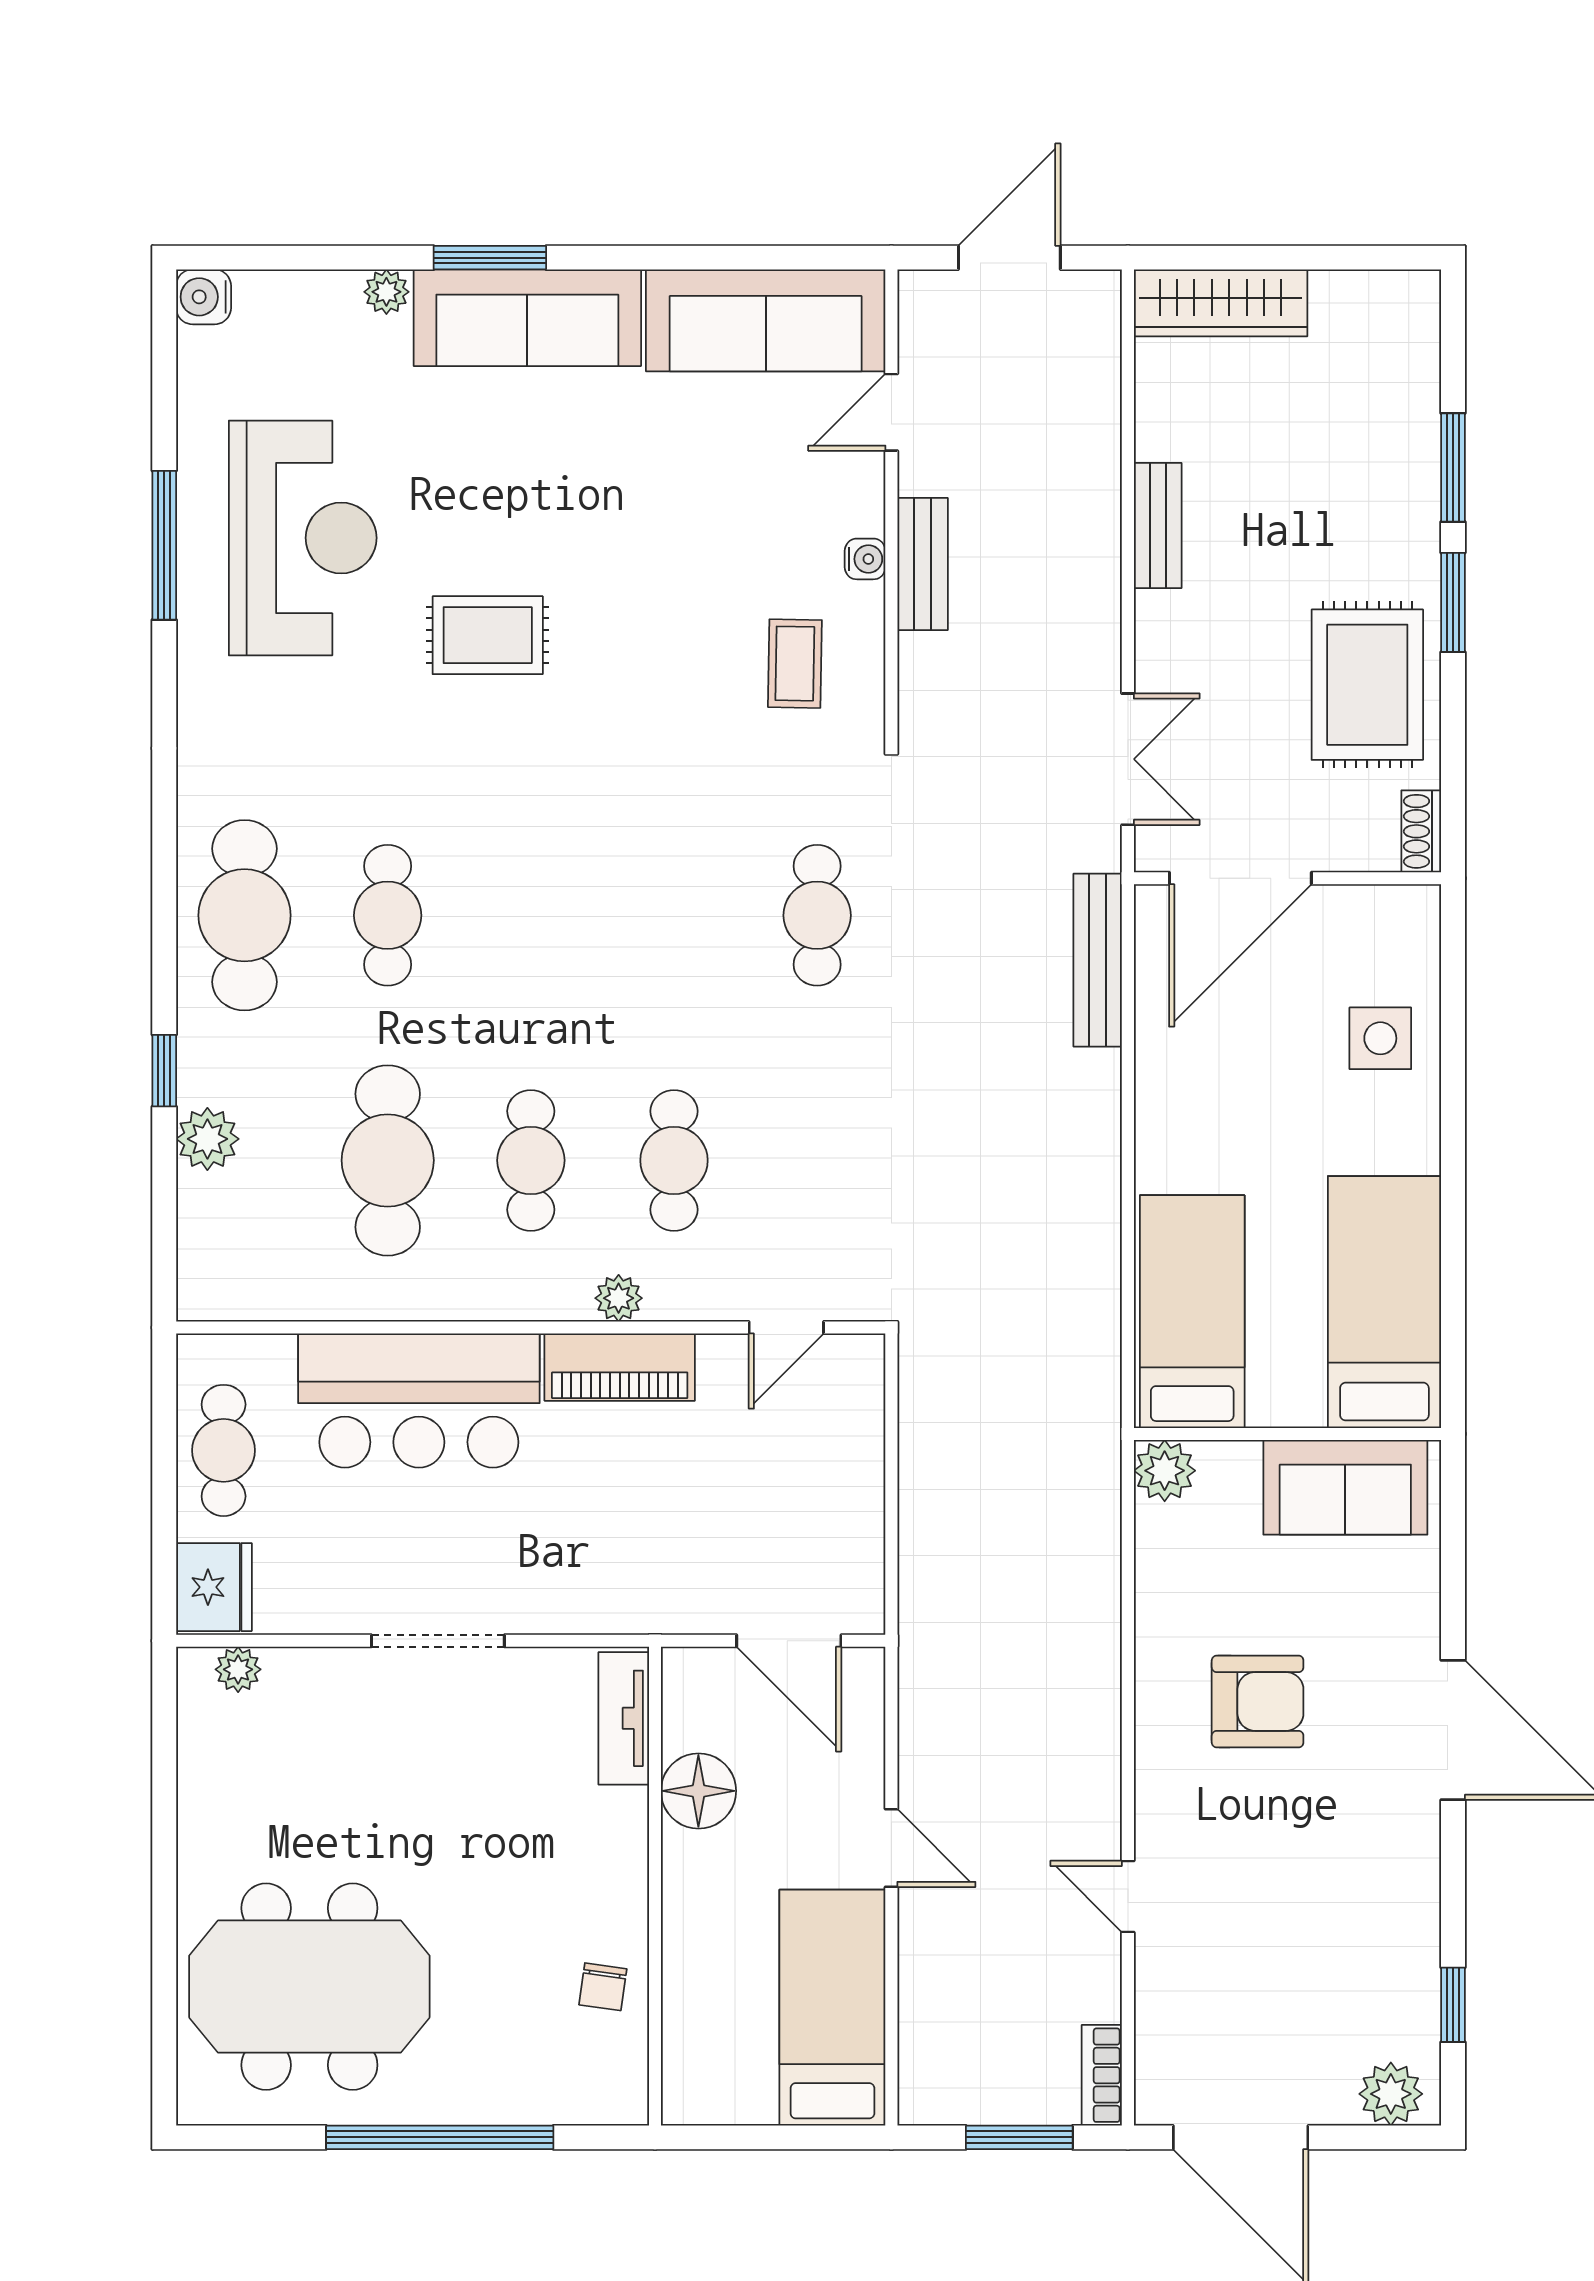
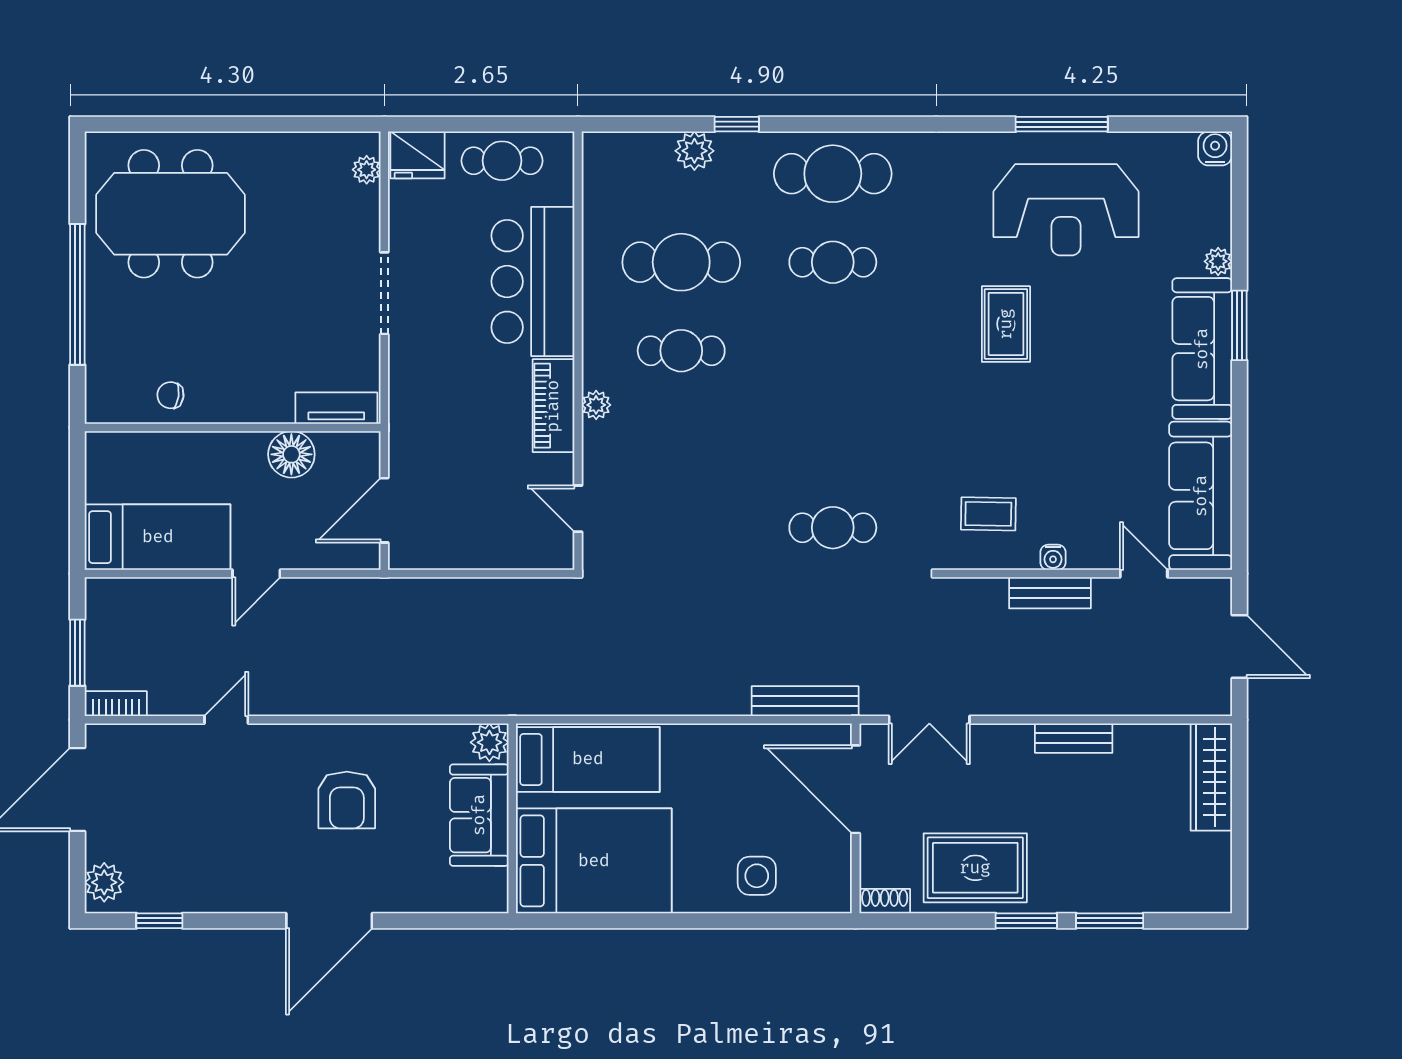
cafe table: (674, 1160) -> (681, 439), removed
bed: (1384, 1302) -> (594, 861), width x1.50
sofa: (1345, 1487) -> (479, 815), moved
meeting table: (309, 1987) -> (171, 214), turned 90

